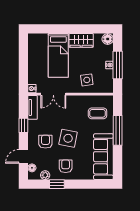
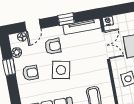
double door: (53, 94) -> (106, 45), swing flipped
tv unit: (33, 107) -> (82, 26), width x1.41
door: (23, 156) -> (33, 25), swing flipped

